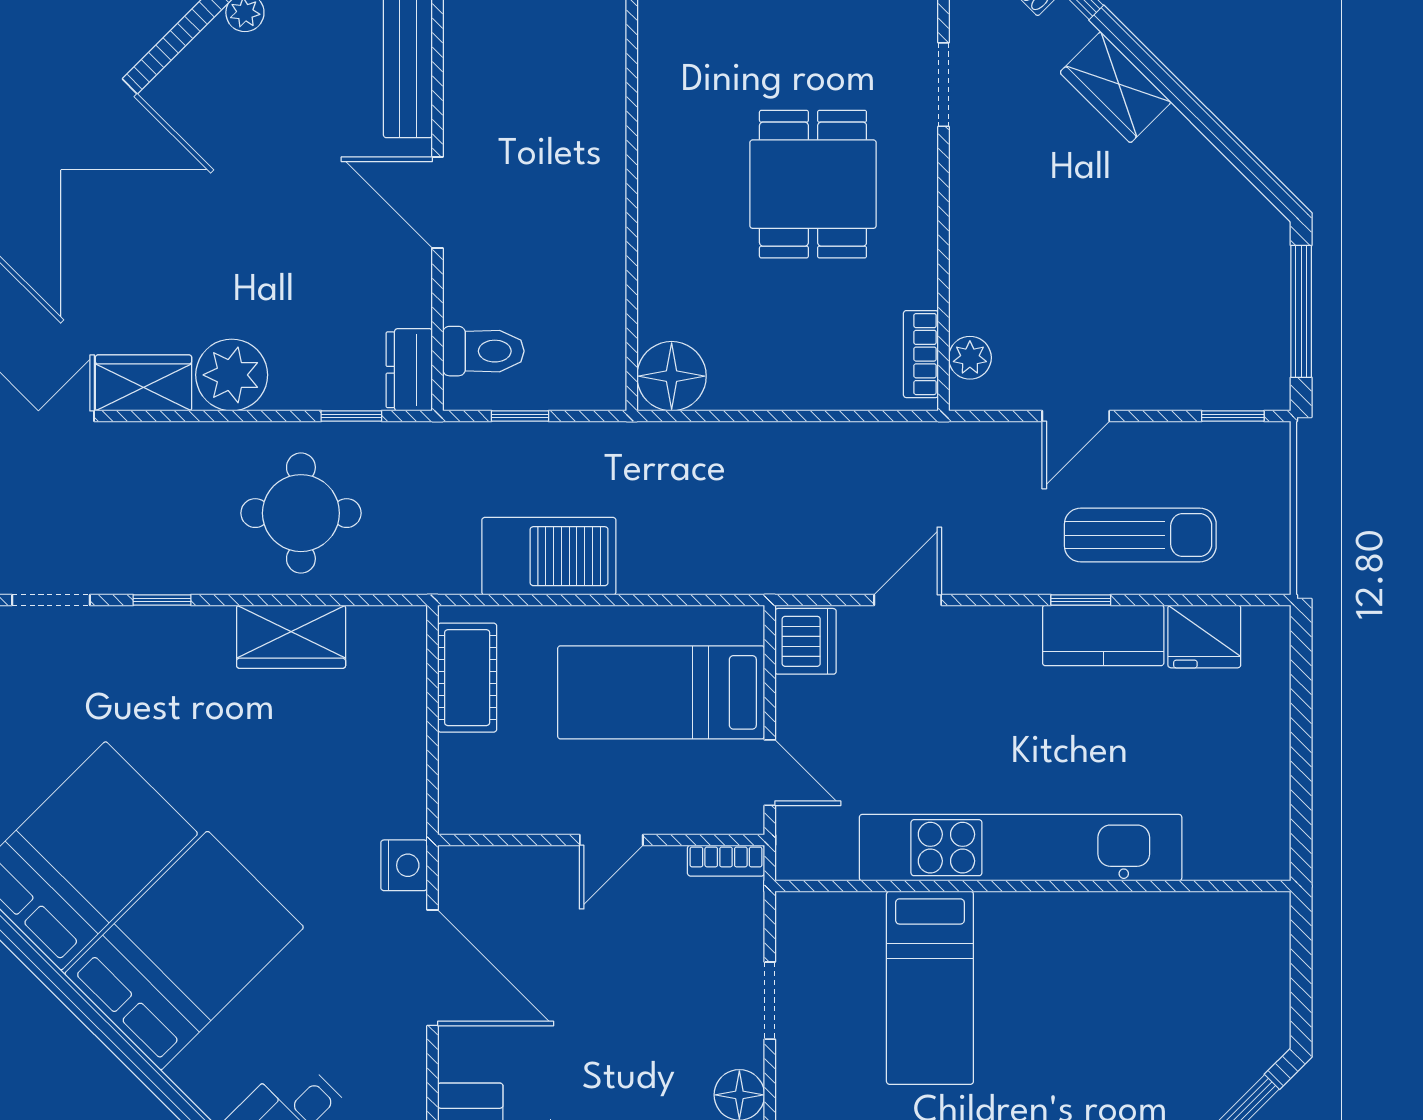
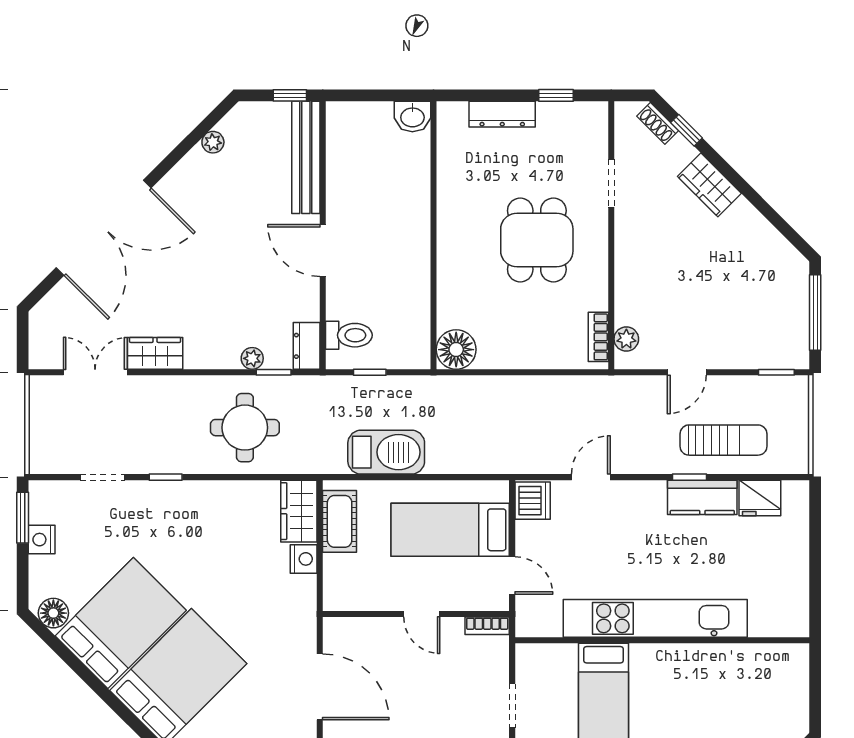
plant: (232, 375) -> (252, 358), moved, width x0.53, depth x0.53
wardrobe: (291, 637) -> (299, 511), moved, turned 90
door: (611, 840) -> (422, 614), hinge flipped
nightstand: (404, 865) -> (304, 559), moved

